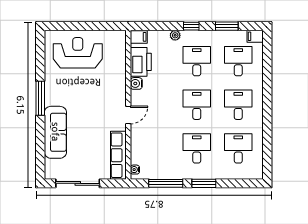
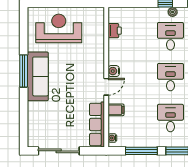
plant: (175, 35) -> (173, 12), moved
filing cabinet: (139, 37) -> (116, 110), moved
printer: (141, 62) -> (115, 31), width x0.53, depth x0.68
water cooler: (136, 83) -> (114, 71), moved
sofa: (55, 132) -> (38, 76), moved

